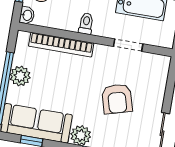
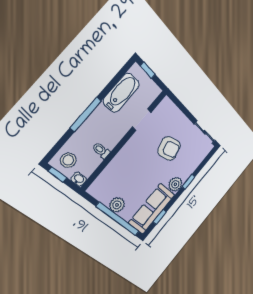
toilet: (86, 24) -> (101, 150), moved
bookcase: (61, 45) -> (113, 166), removed

